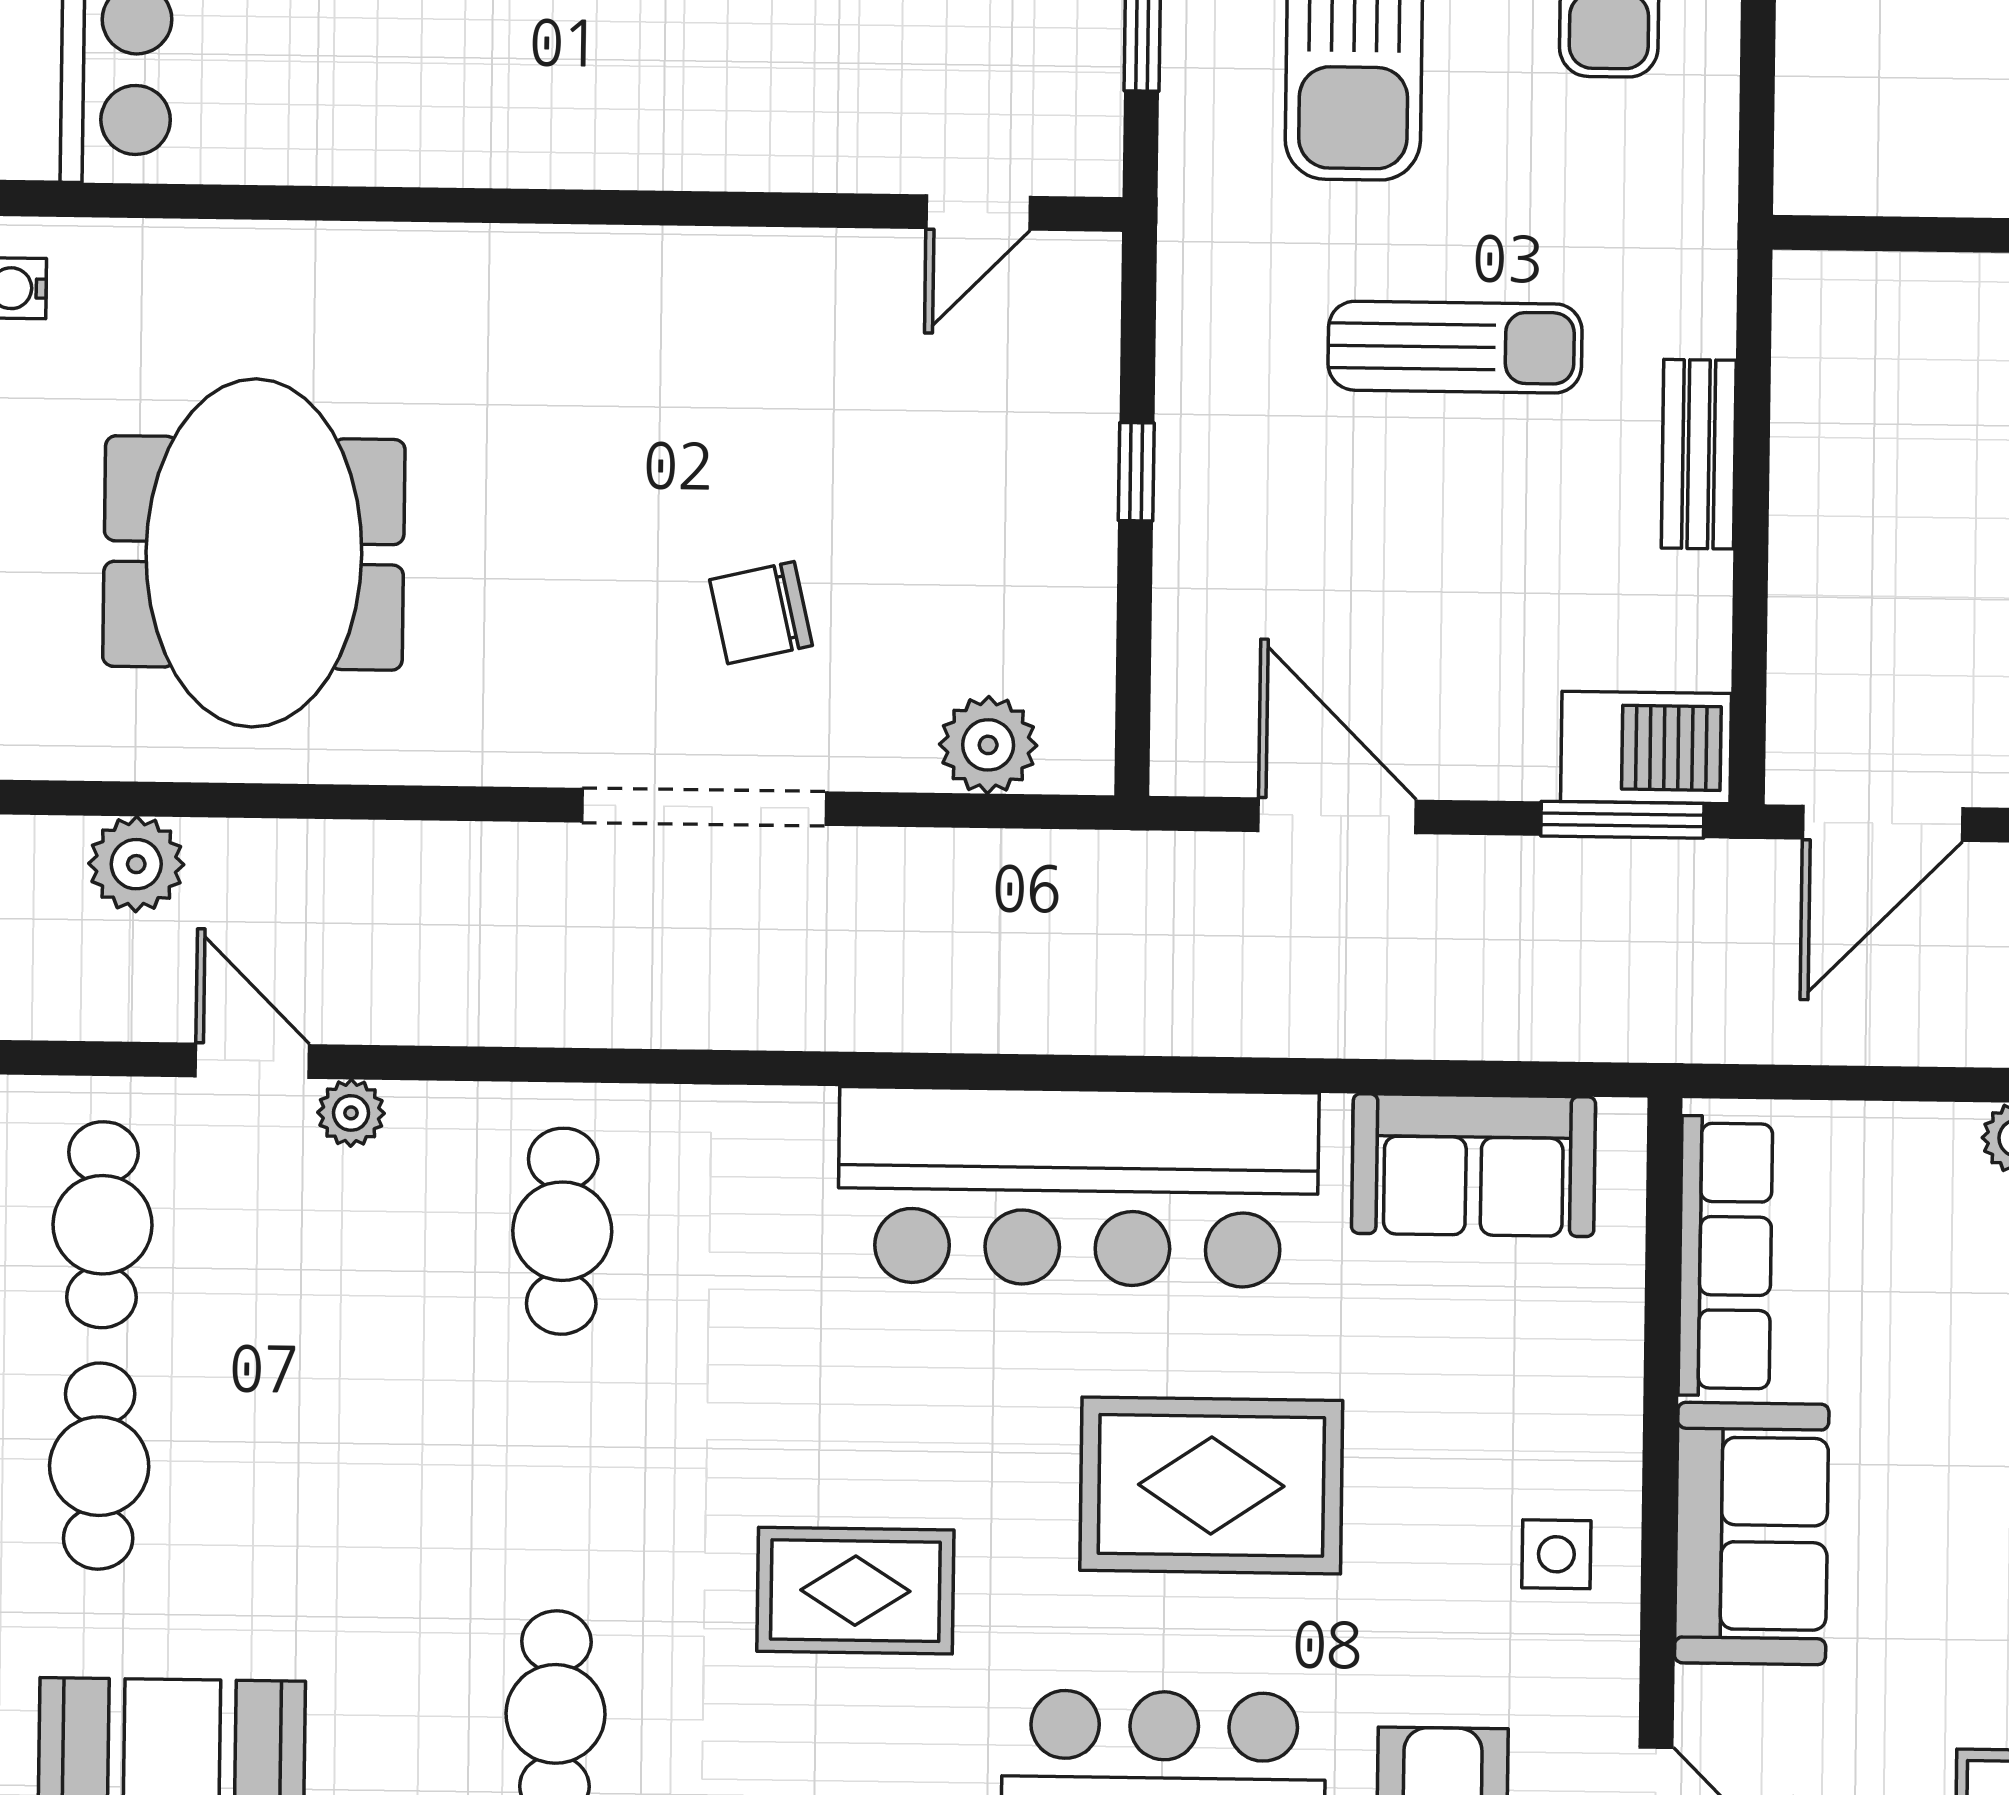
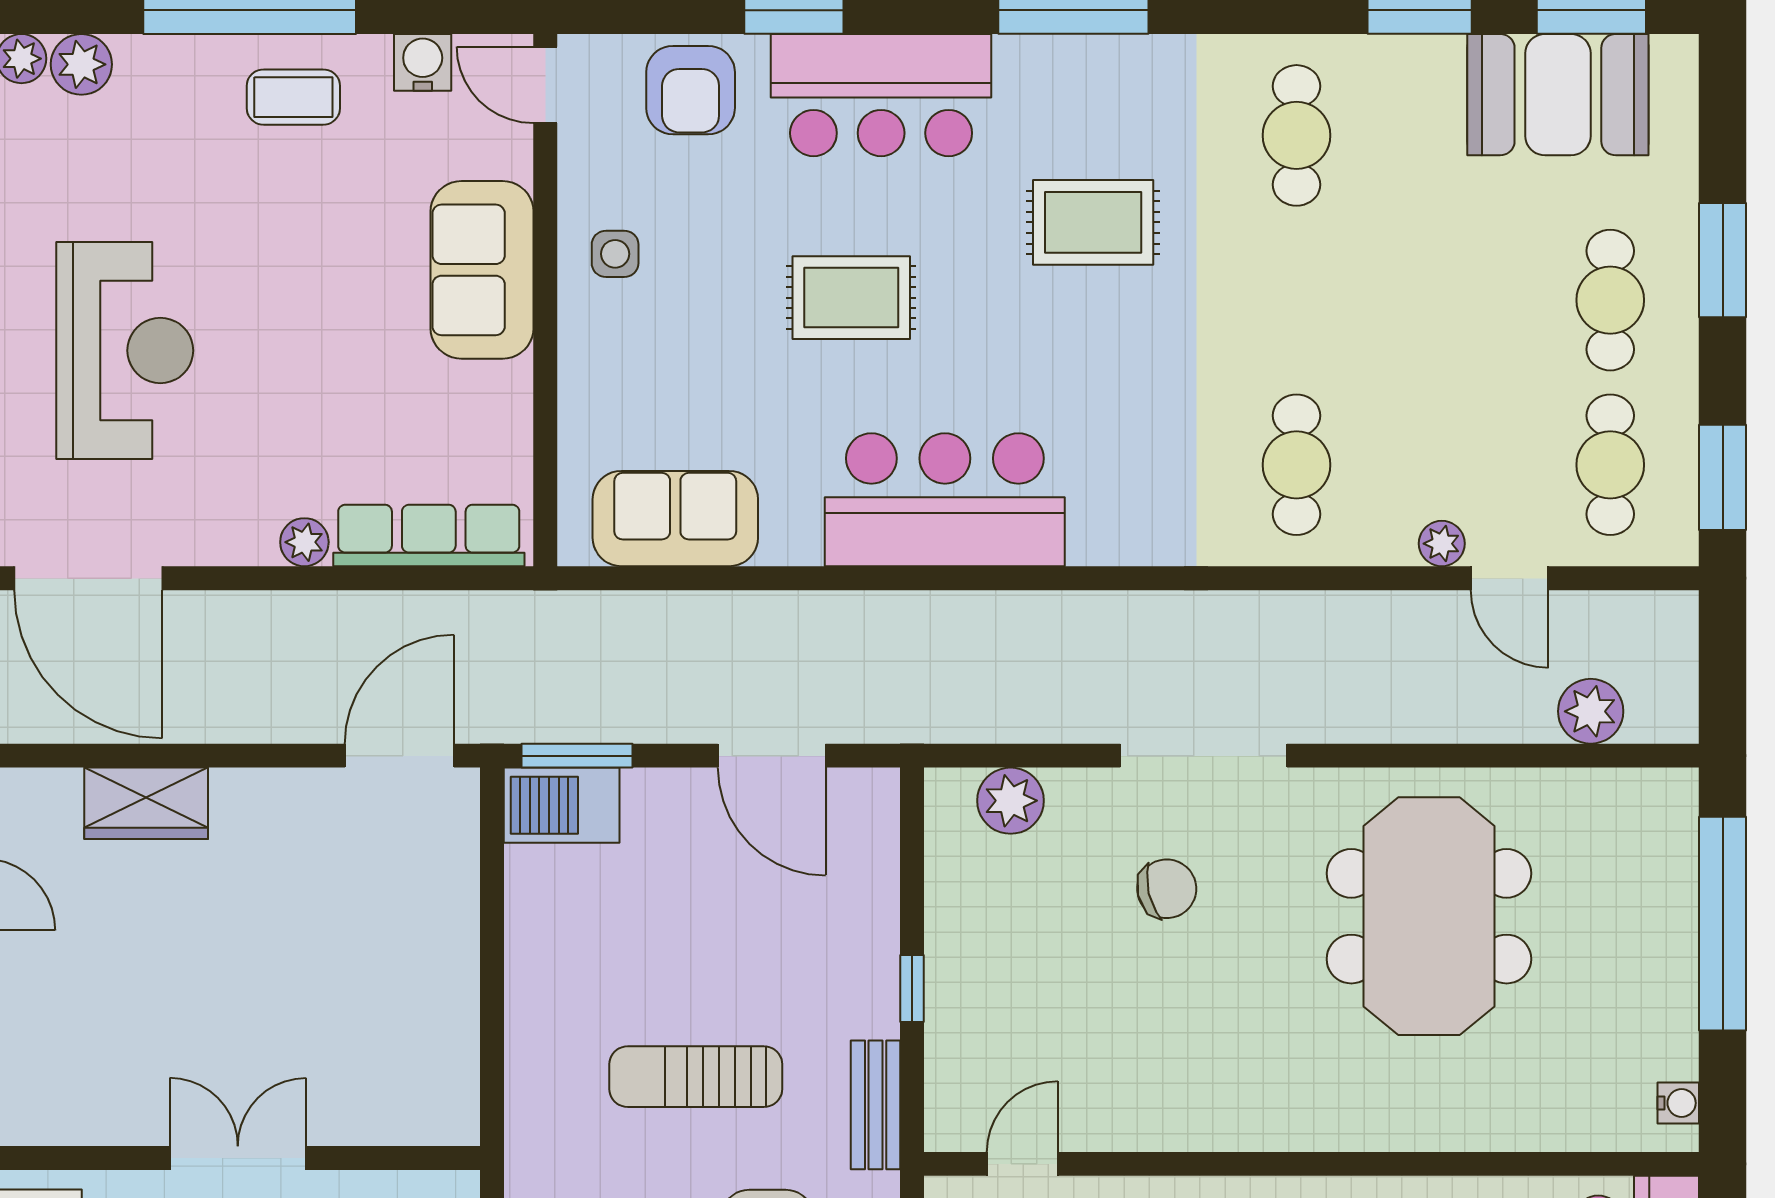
bench: (1699, 454) -> (876, 1105), moved
meeting table: (254, 553) -> (1429, 916), moved
bar counter: (1078, 1187) -> (945, 500), width x0.73
row of seats: (1725, 1256) -> (429, 535), moved, turned 90
rug: (1211, 1485) -> (851, 298), width x0.73, depth x0.70

